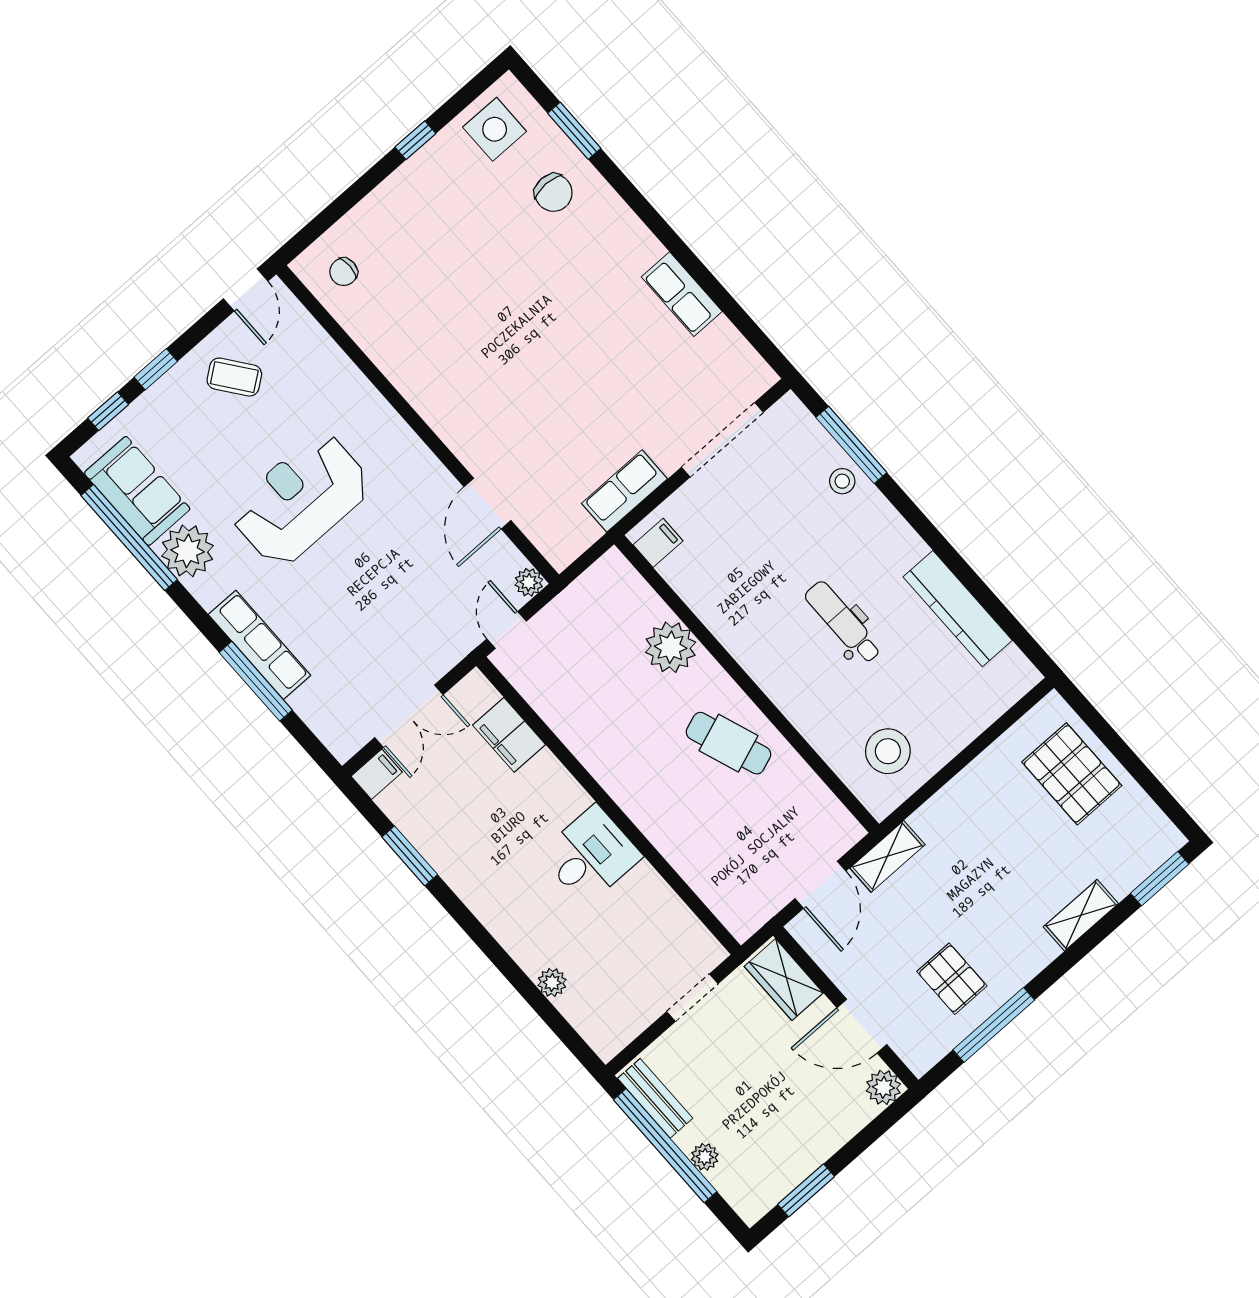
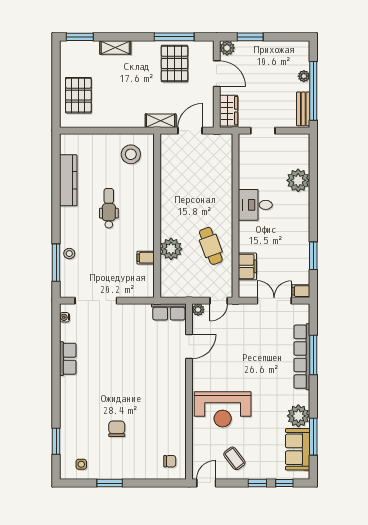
side table: (495, 129) -> (81, 464), width x0.54, depth x0.54
window: (415, 140) -> (110, 483), width x1.50
chair: (553, 193) -> (117, 429), moved
water cooler: (752, 362) -> (65, 317), added
row of seats: (625, 491) -> (169, 312), moved
reception desk: (301, 499) -> (223, 409), moved
window: (129, 538) -> (313, 437), width x0.68
filing cabinet: (658, 543) -> (146, 258), moved
dental chair: (843, 622) -> (109, 208), turned 180
row of seats: (260, 645) -> (302, 357), width x1.36
cafe table: (729, 743) -> (211, 246), moved
pallet: (952, 979) -> (174, 63), width x1.50, depth x1.42
plant: (552, 983) -> (298, 180), width x1.88, depth x1.88
window: (806, 1190) -> (250, 37), moved

